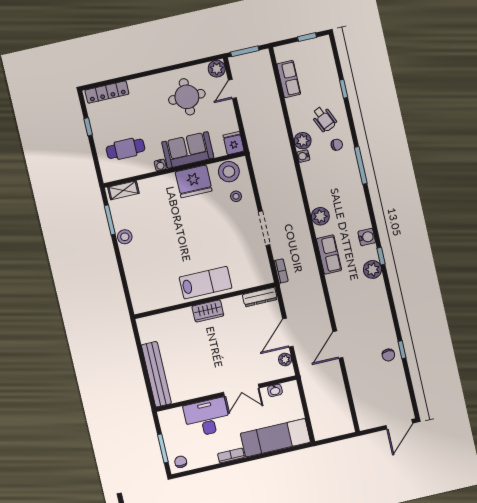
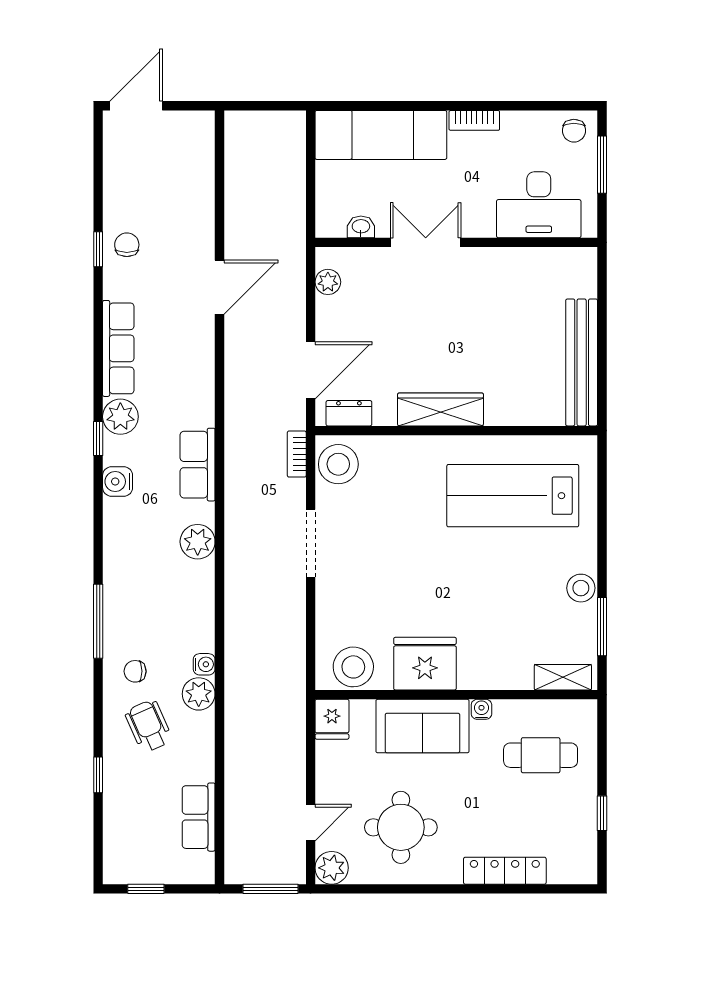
locker: (107, 92) -> (505, 871), moved
stool: (236, 196) -> (338, 464), moved, width x1.89, depth x1.89
lab bench: (206, 283) -> (513, 496), moved, width x1.36, depth x1.39
dresser: (260, 297) -> (349, 413), width x0.70
row of seats: (381, 303) -> (118, 348), added
wardrobe: (208, 311) -> (440, 409), width x1.50
door: (288, 333) -> (311, 370), moved
bench: (156, 374) -> (582, 362), moved
desk: (207, 417) -> (539, 205), moved

